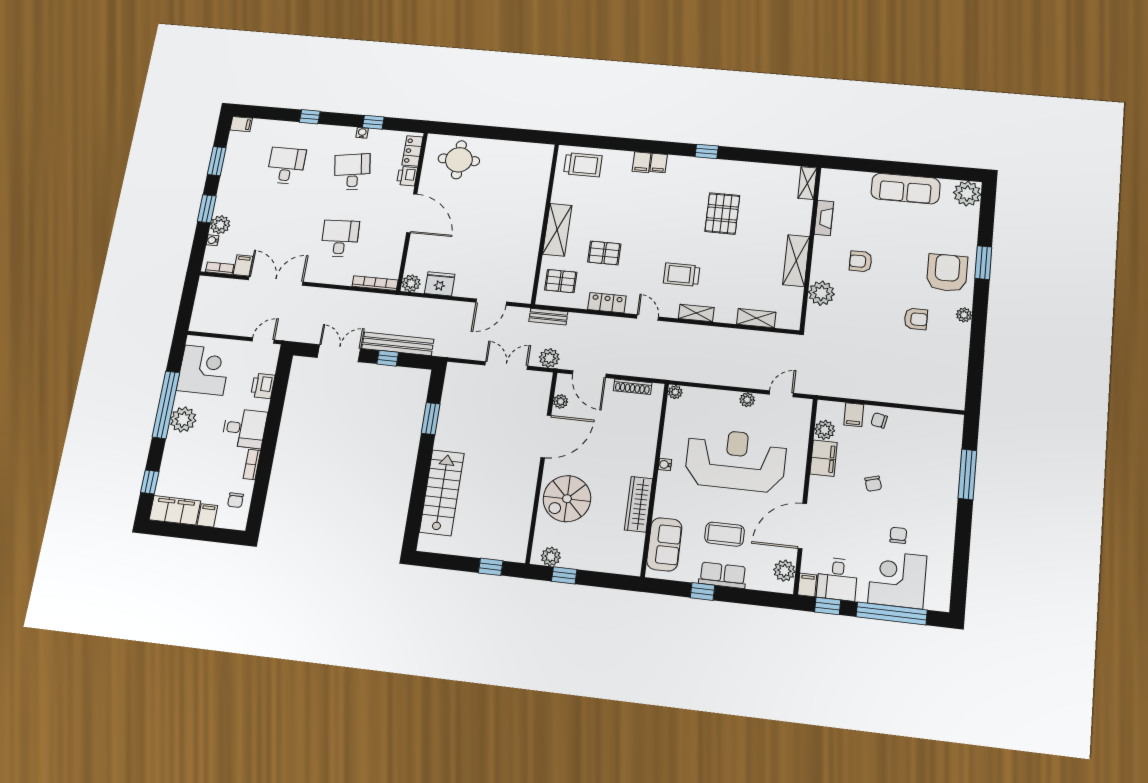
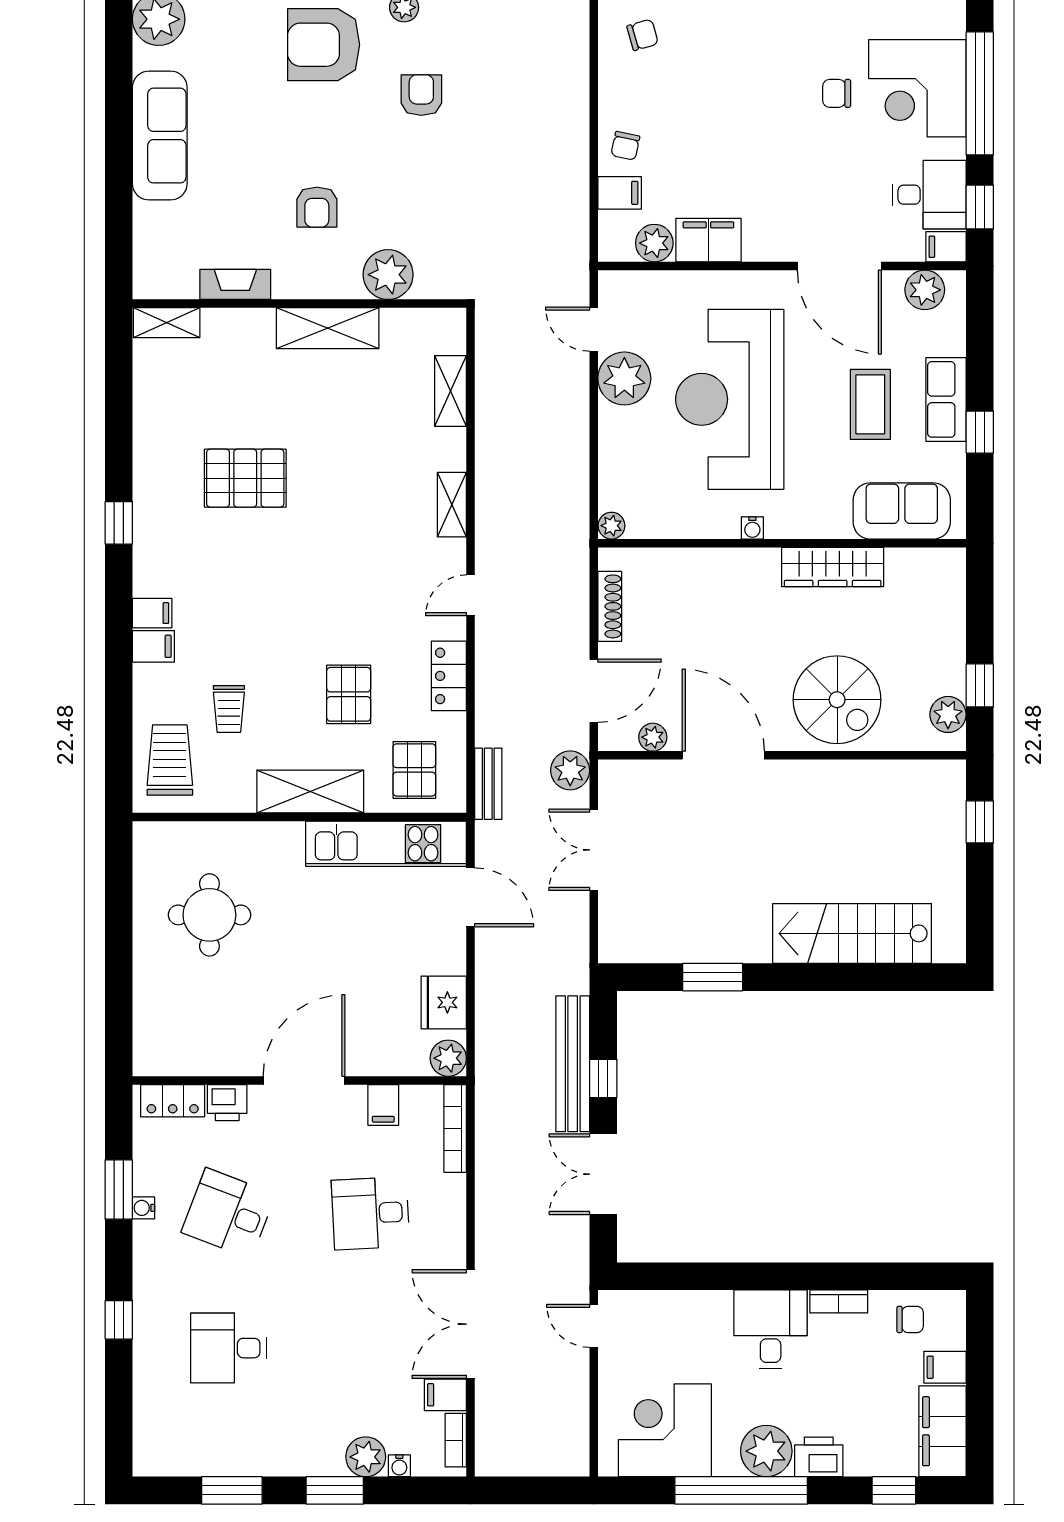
window: (373, 122) -> (119, 1190), width x1.50
filing cabinet: (241, 124) -> (383, 1105), moved, turned 180
round table: (459, 160) -> (209, 915), moved
desk: (352, 172) -> (228, 1213), turned 30
kitchen unit: (525, 264) -> (386, 844), added
trolley: (682, 275) -> (229, 709), moved, width x0.73, depth x0.72
printer: (263, 386) -> (819, 1457), moved, turned 180
plant: (747, 400) -> (624, 378), width x1.87, depth x1.87
chair: (873, 484) -> (643, 35), moved

